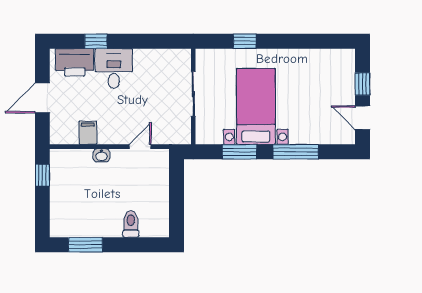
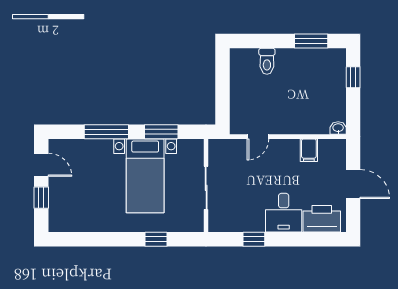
window: (96, 41) -> (254, 239), moved
door: (42, 98) -> (353, 184), hinge flipped
washbasin: (101, 155) -> (338, 128), moved
window: (42, 175) -> (353, 77), moved

